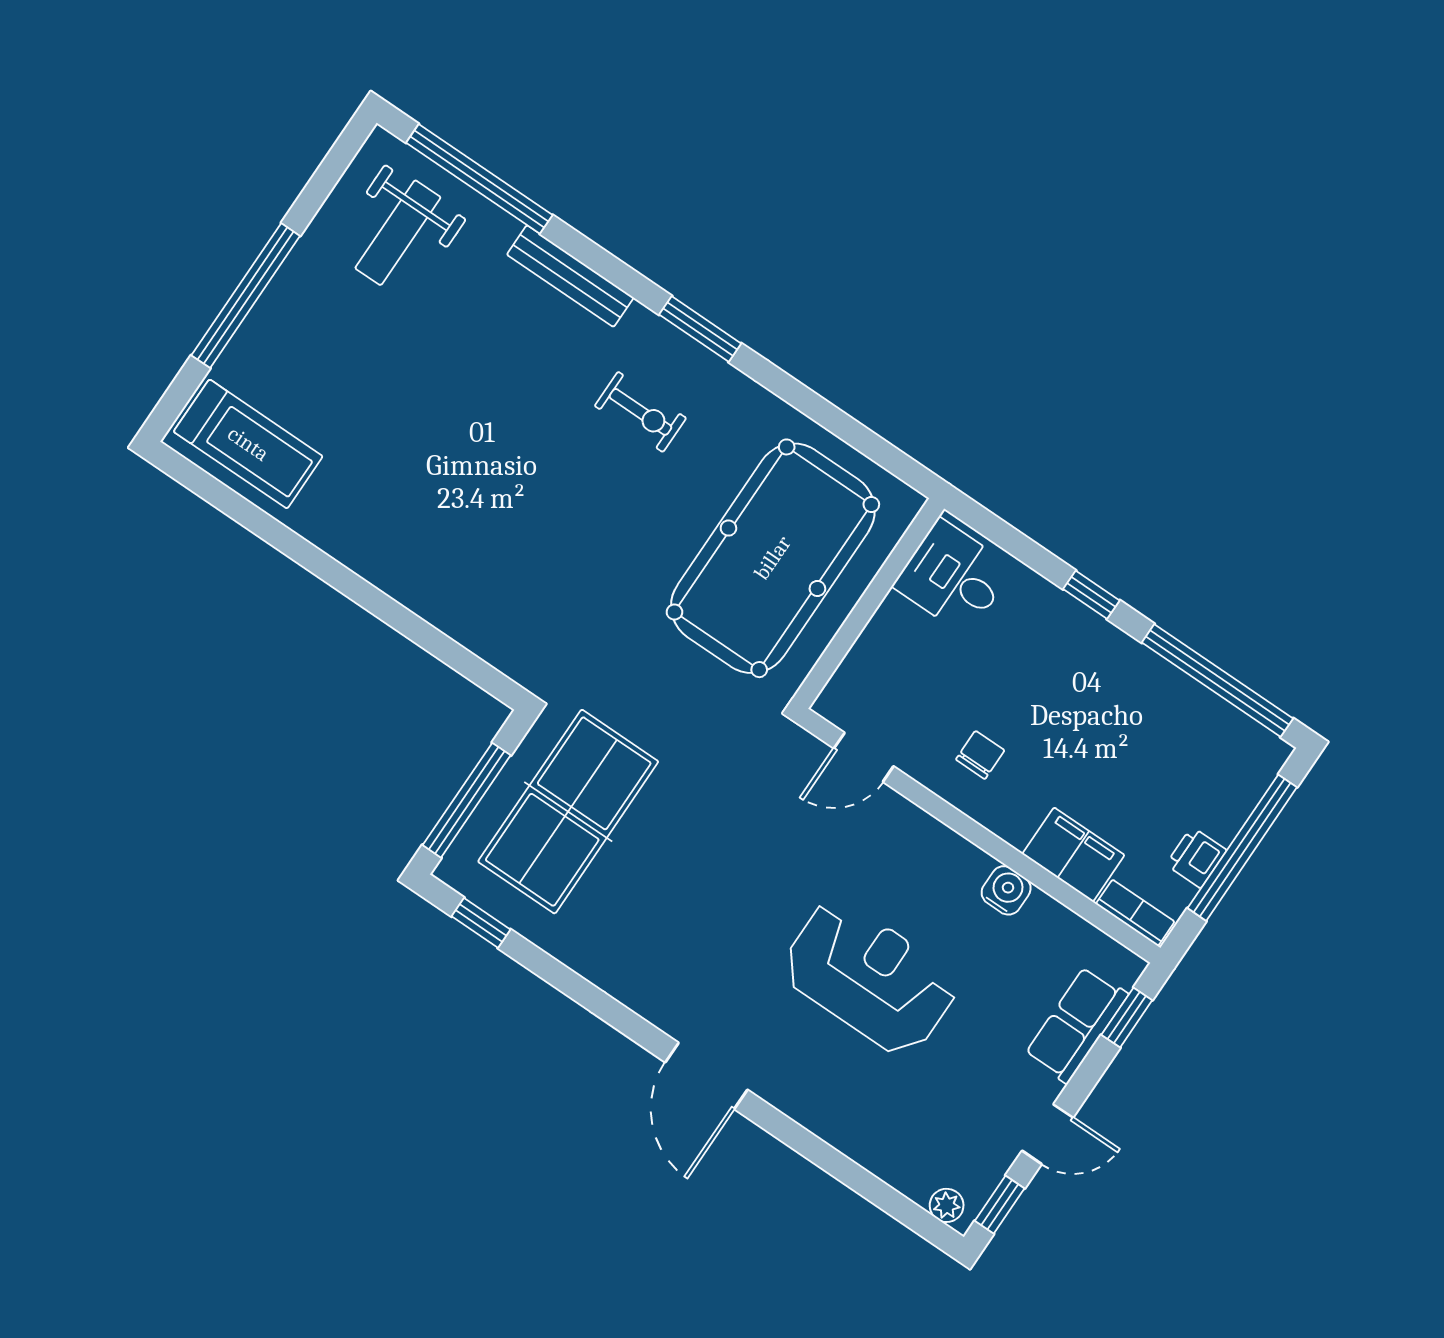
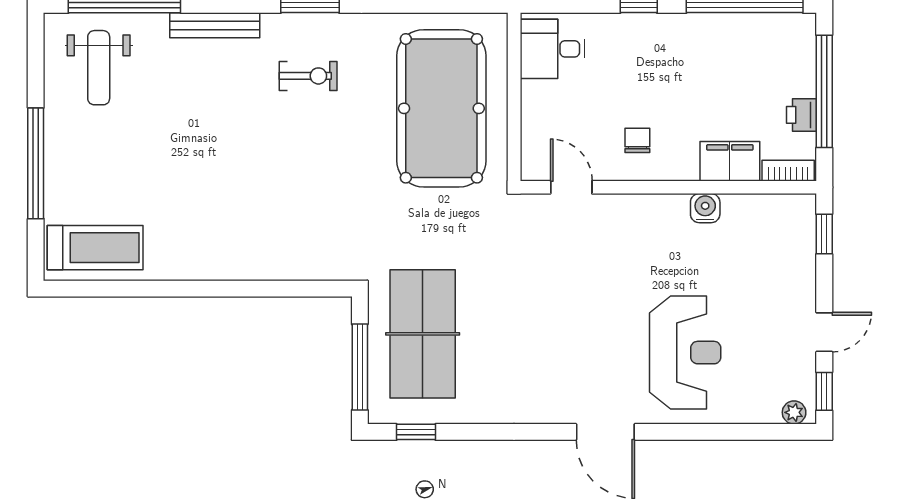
door: (864, 757) -> (571, 187), swing flipped
reception desk: (870, 977) -> (685, 353), moved, turned 90
row of seats: (1077, 1025) -> (798, 258), removed

